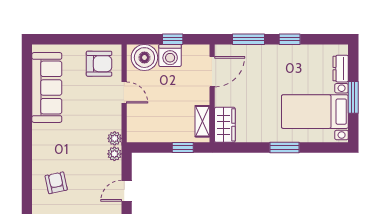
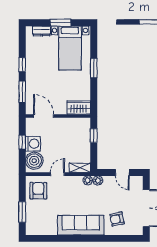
window: (67, 39) -> (22, 212), added
sofa: (47, 88) -> (81, 225), moved
shelving: (202, 121) -> (80, 168), moved

